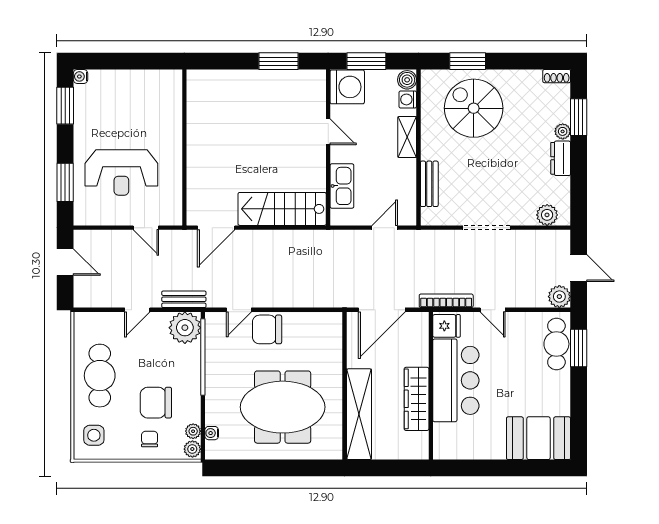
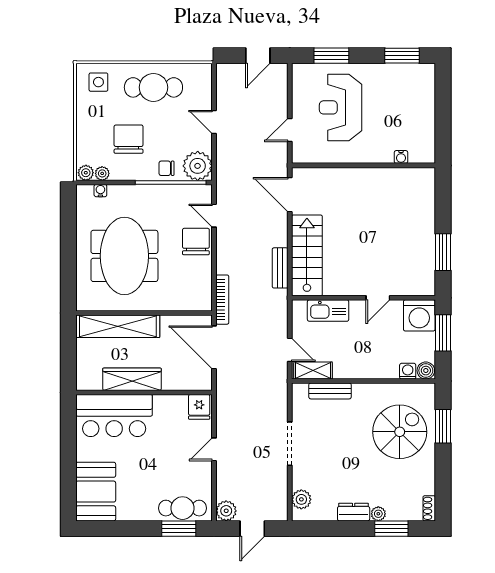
water cooler: (81, 76) -> (401, 157), moved, turned 180
shelving: (407, 137) -> (313, 371), moved
bench: (184, 299) -> (280, 268), moved
bookcase: (446, 301) -> (222, 300), moved
bar counter: (456, 380) -> (114, 415), moved
chair: (150, 439) -> (166, 168), moved, turned 180

